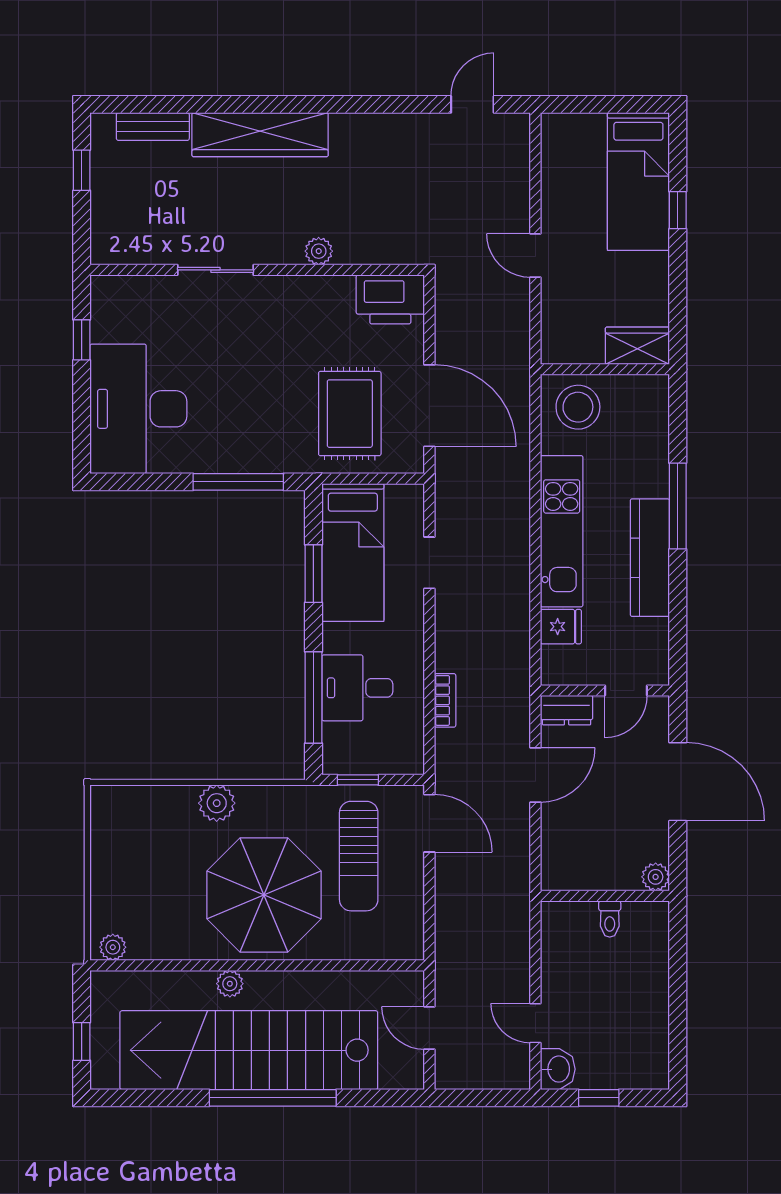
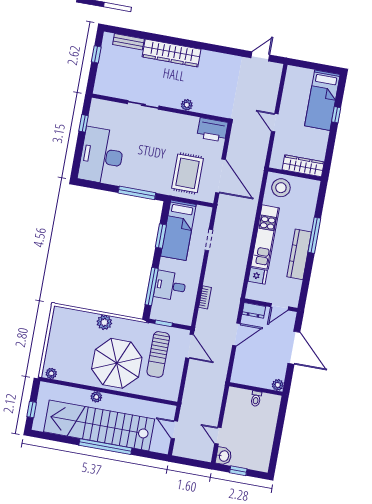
wardrobe: (637, 346) -> (303, 166), width x1.50

